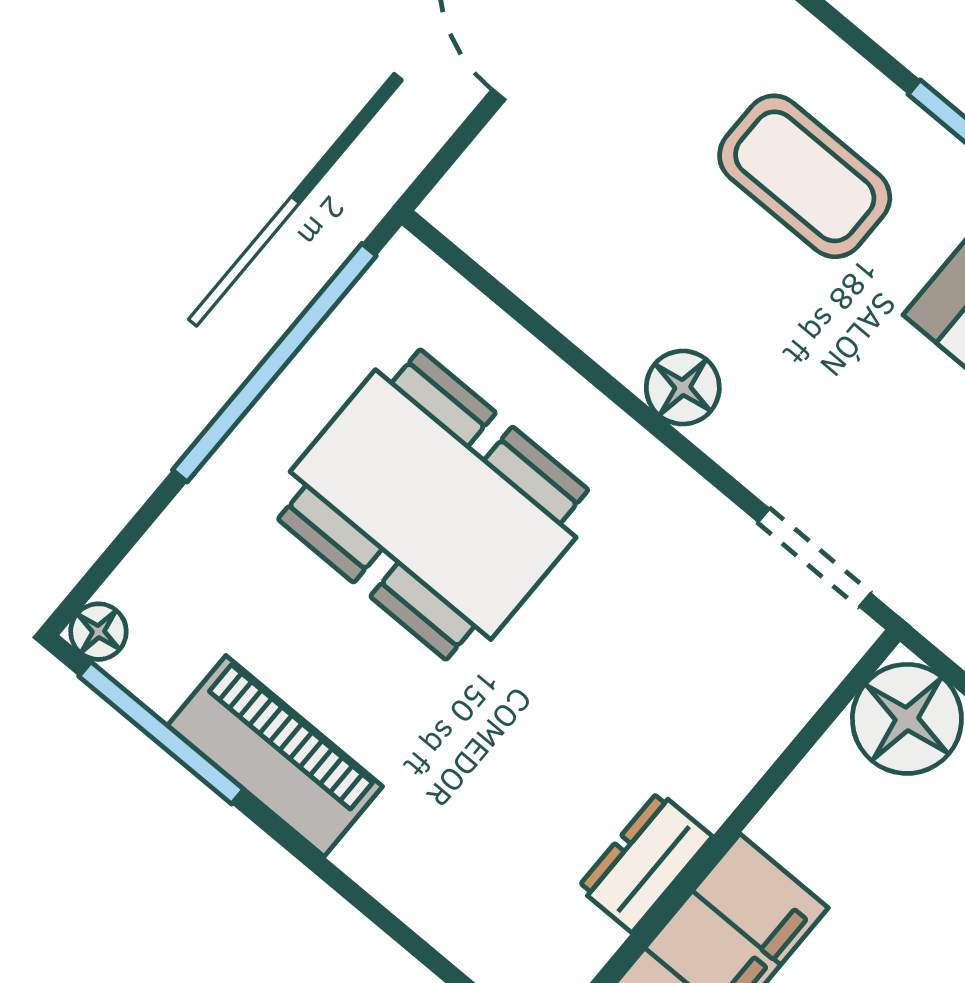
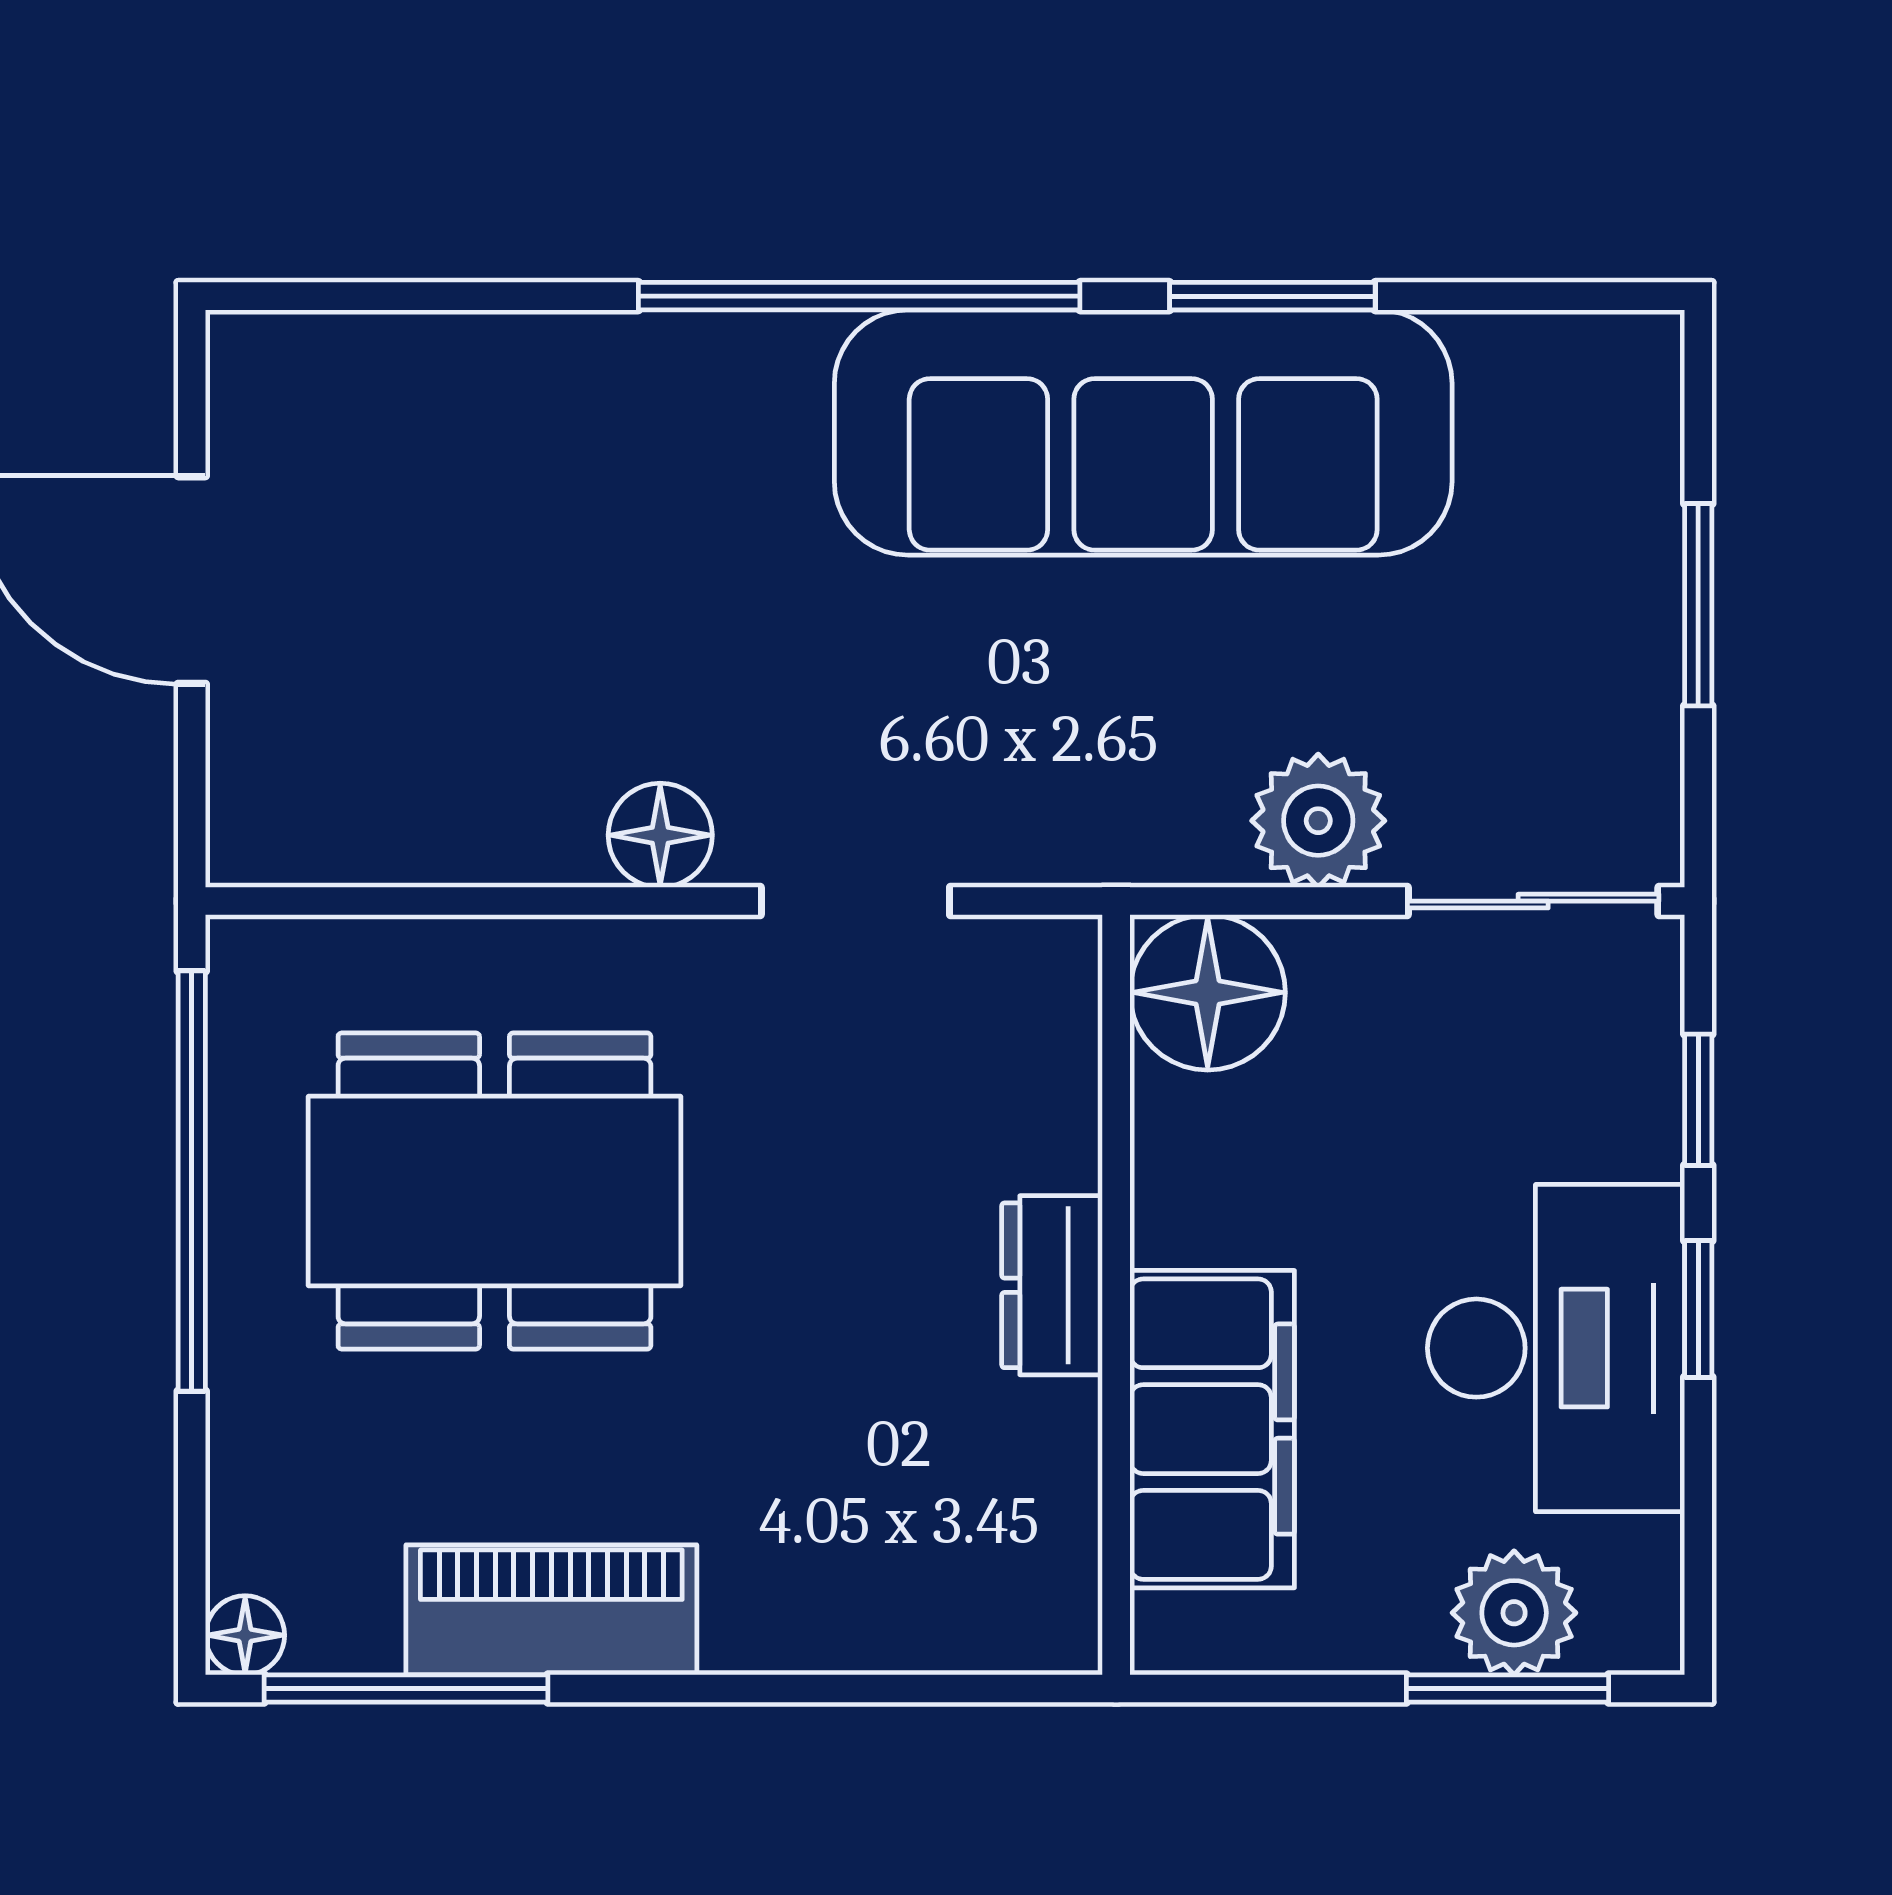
coffee table: (805, 176) -> (601, 493), removed
doorway: (814, 558) -> (855, 901), moved
dresser: (645, 862) -> (1052, 1285), moved

